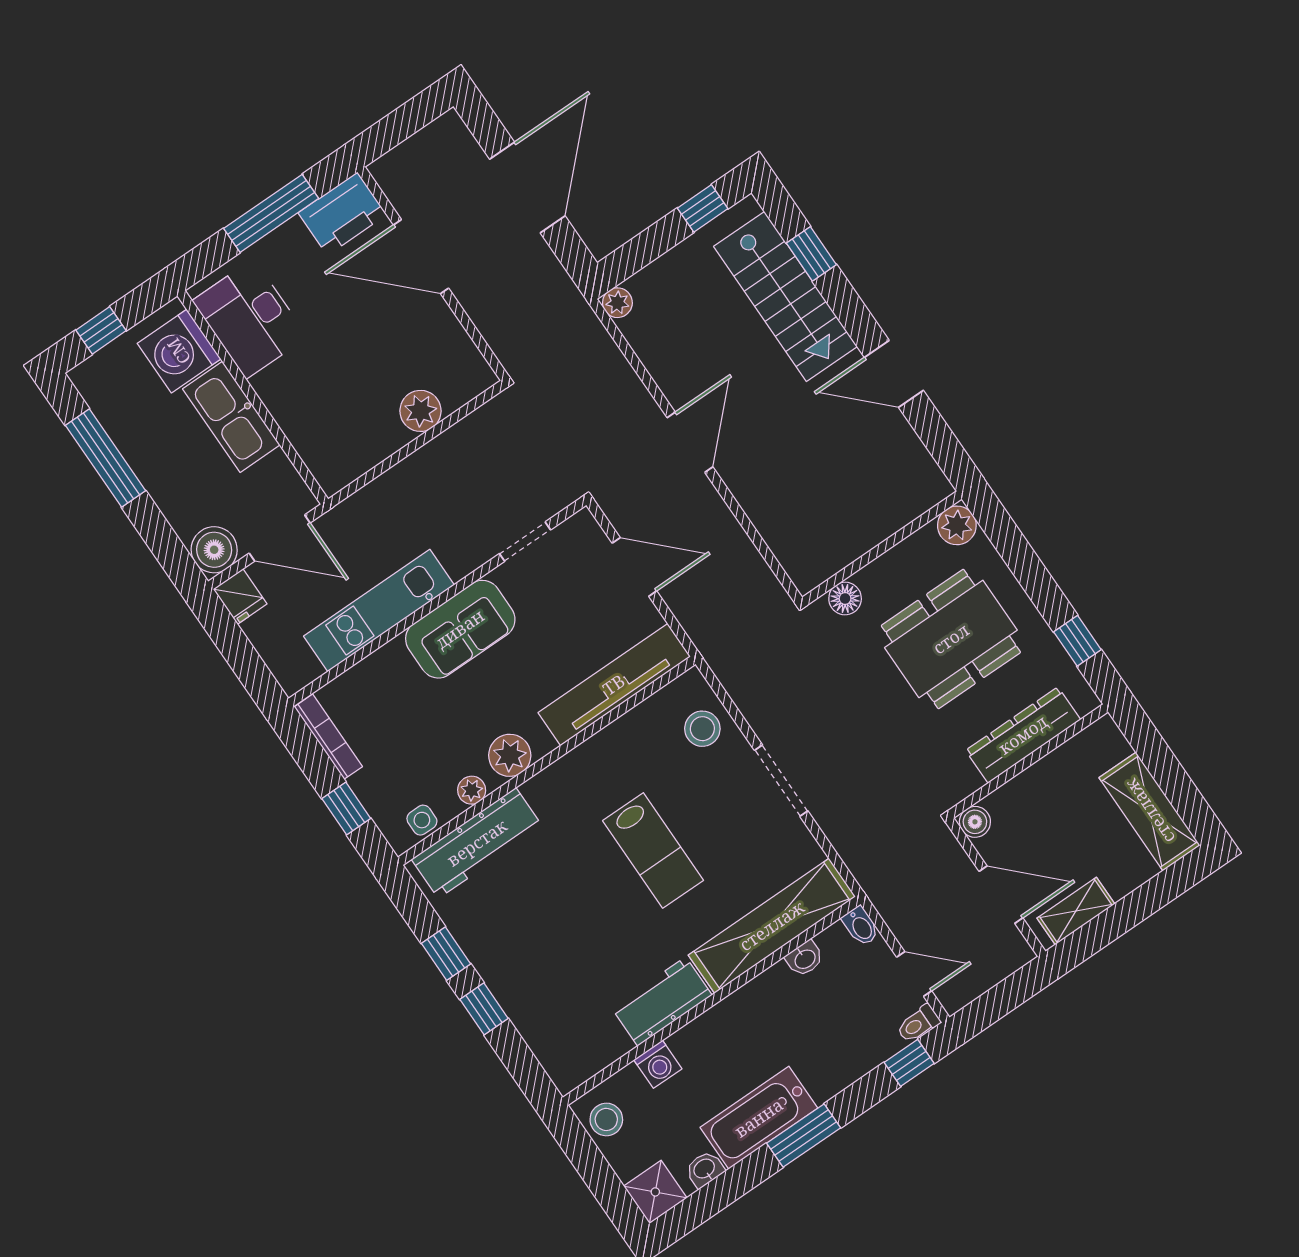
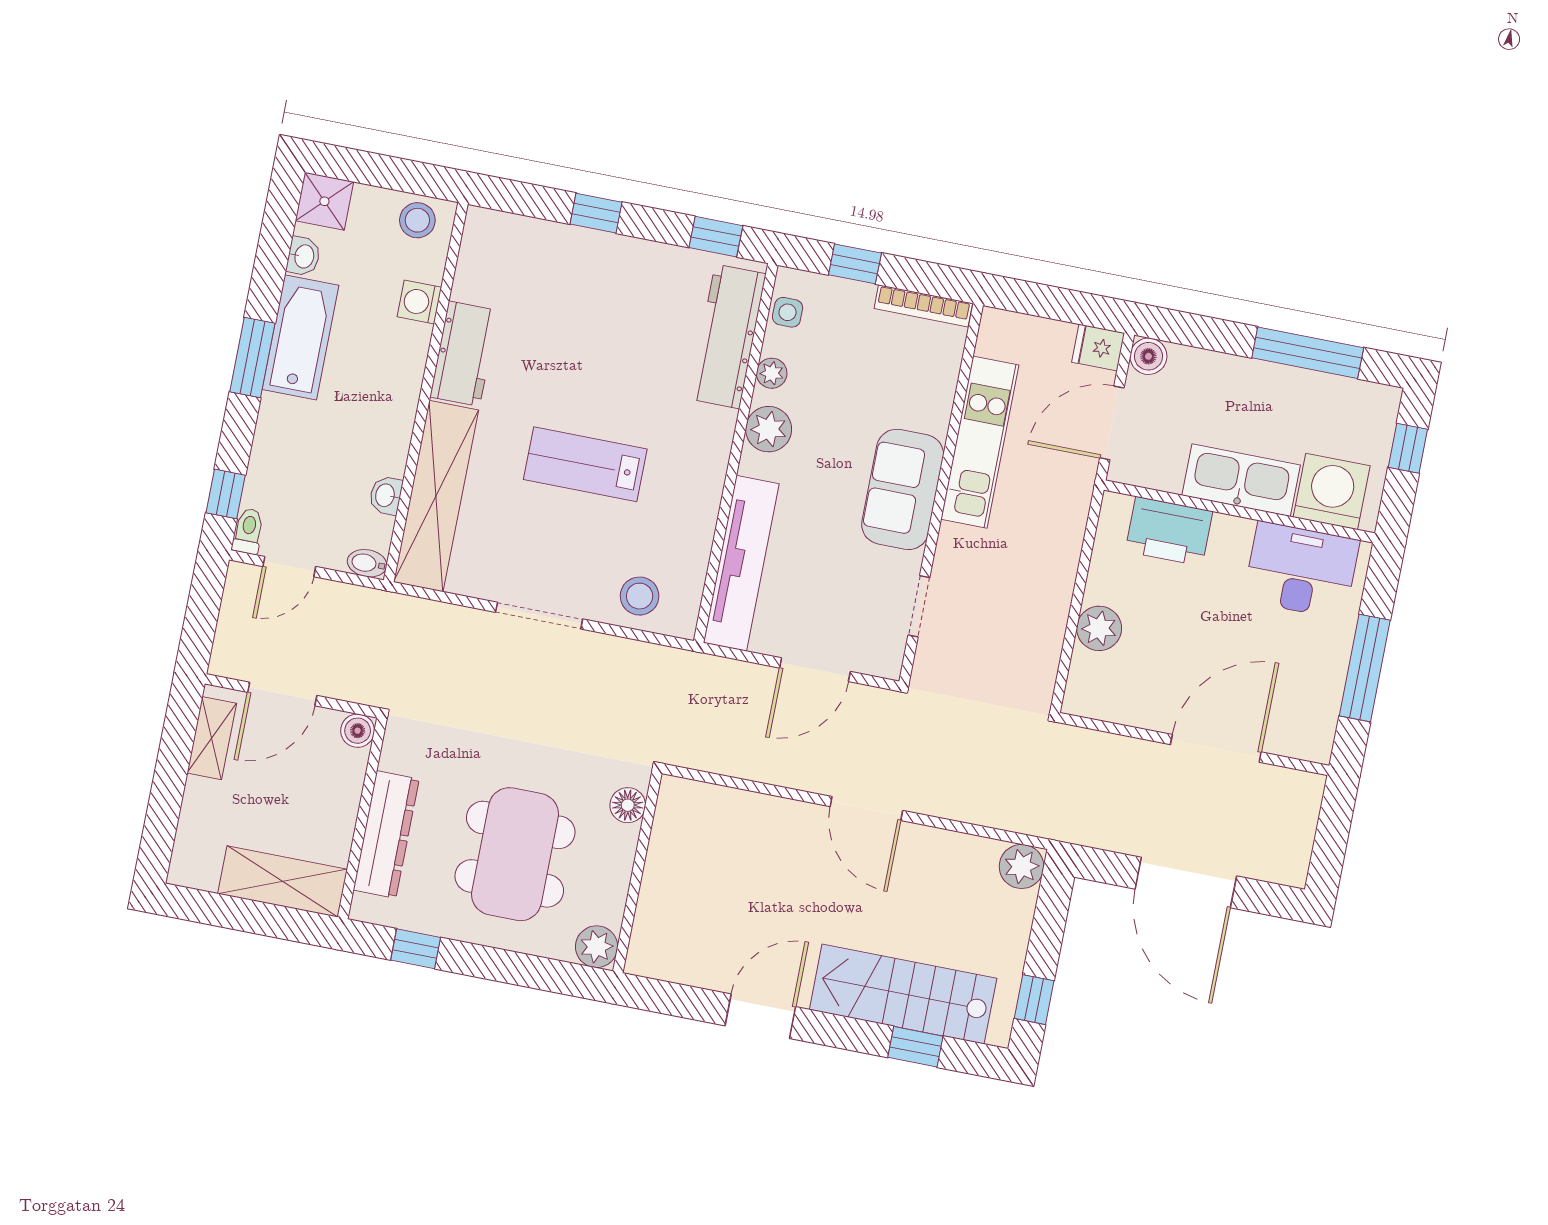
printer: (342, 214) -> (1169, 531), moved, turned -90
plant: (617, 303) -> (1022, 866), width x1.38, depth x1.38
boiler: (214, 550) -> (1148, 356), width x0.73, depth x0.73
shelving: (1150, 811) -> (283, 881), moved
window: (446, 954) -> (716, 237), moved

